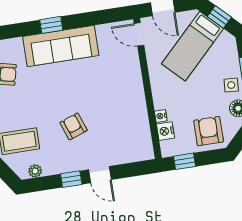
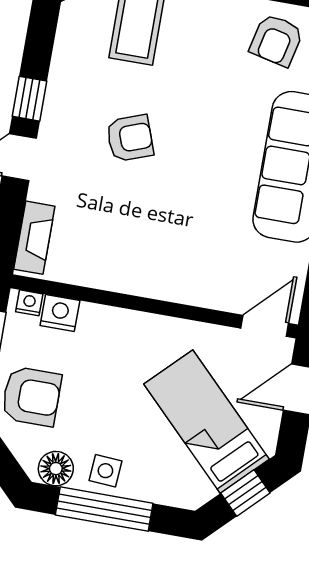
nightstand: (161, 116) -> (29, 303), moved
fireplace: (135, 155) -> (34, 238), added
plant: (35, 171) -> (69, 34), removed

